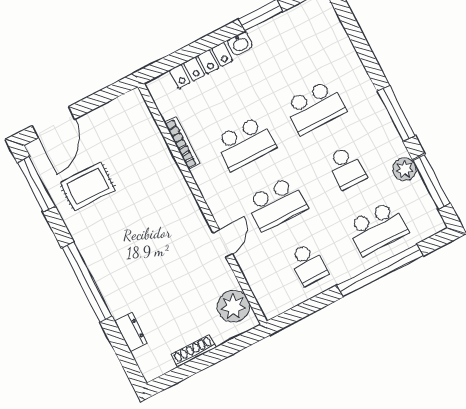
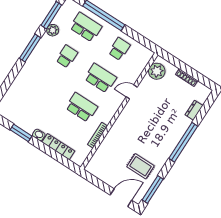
school desk: (315, 107) -> (48, 86), removed

